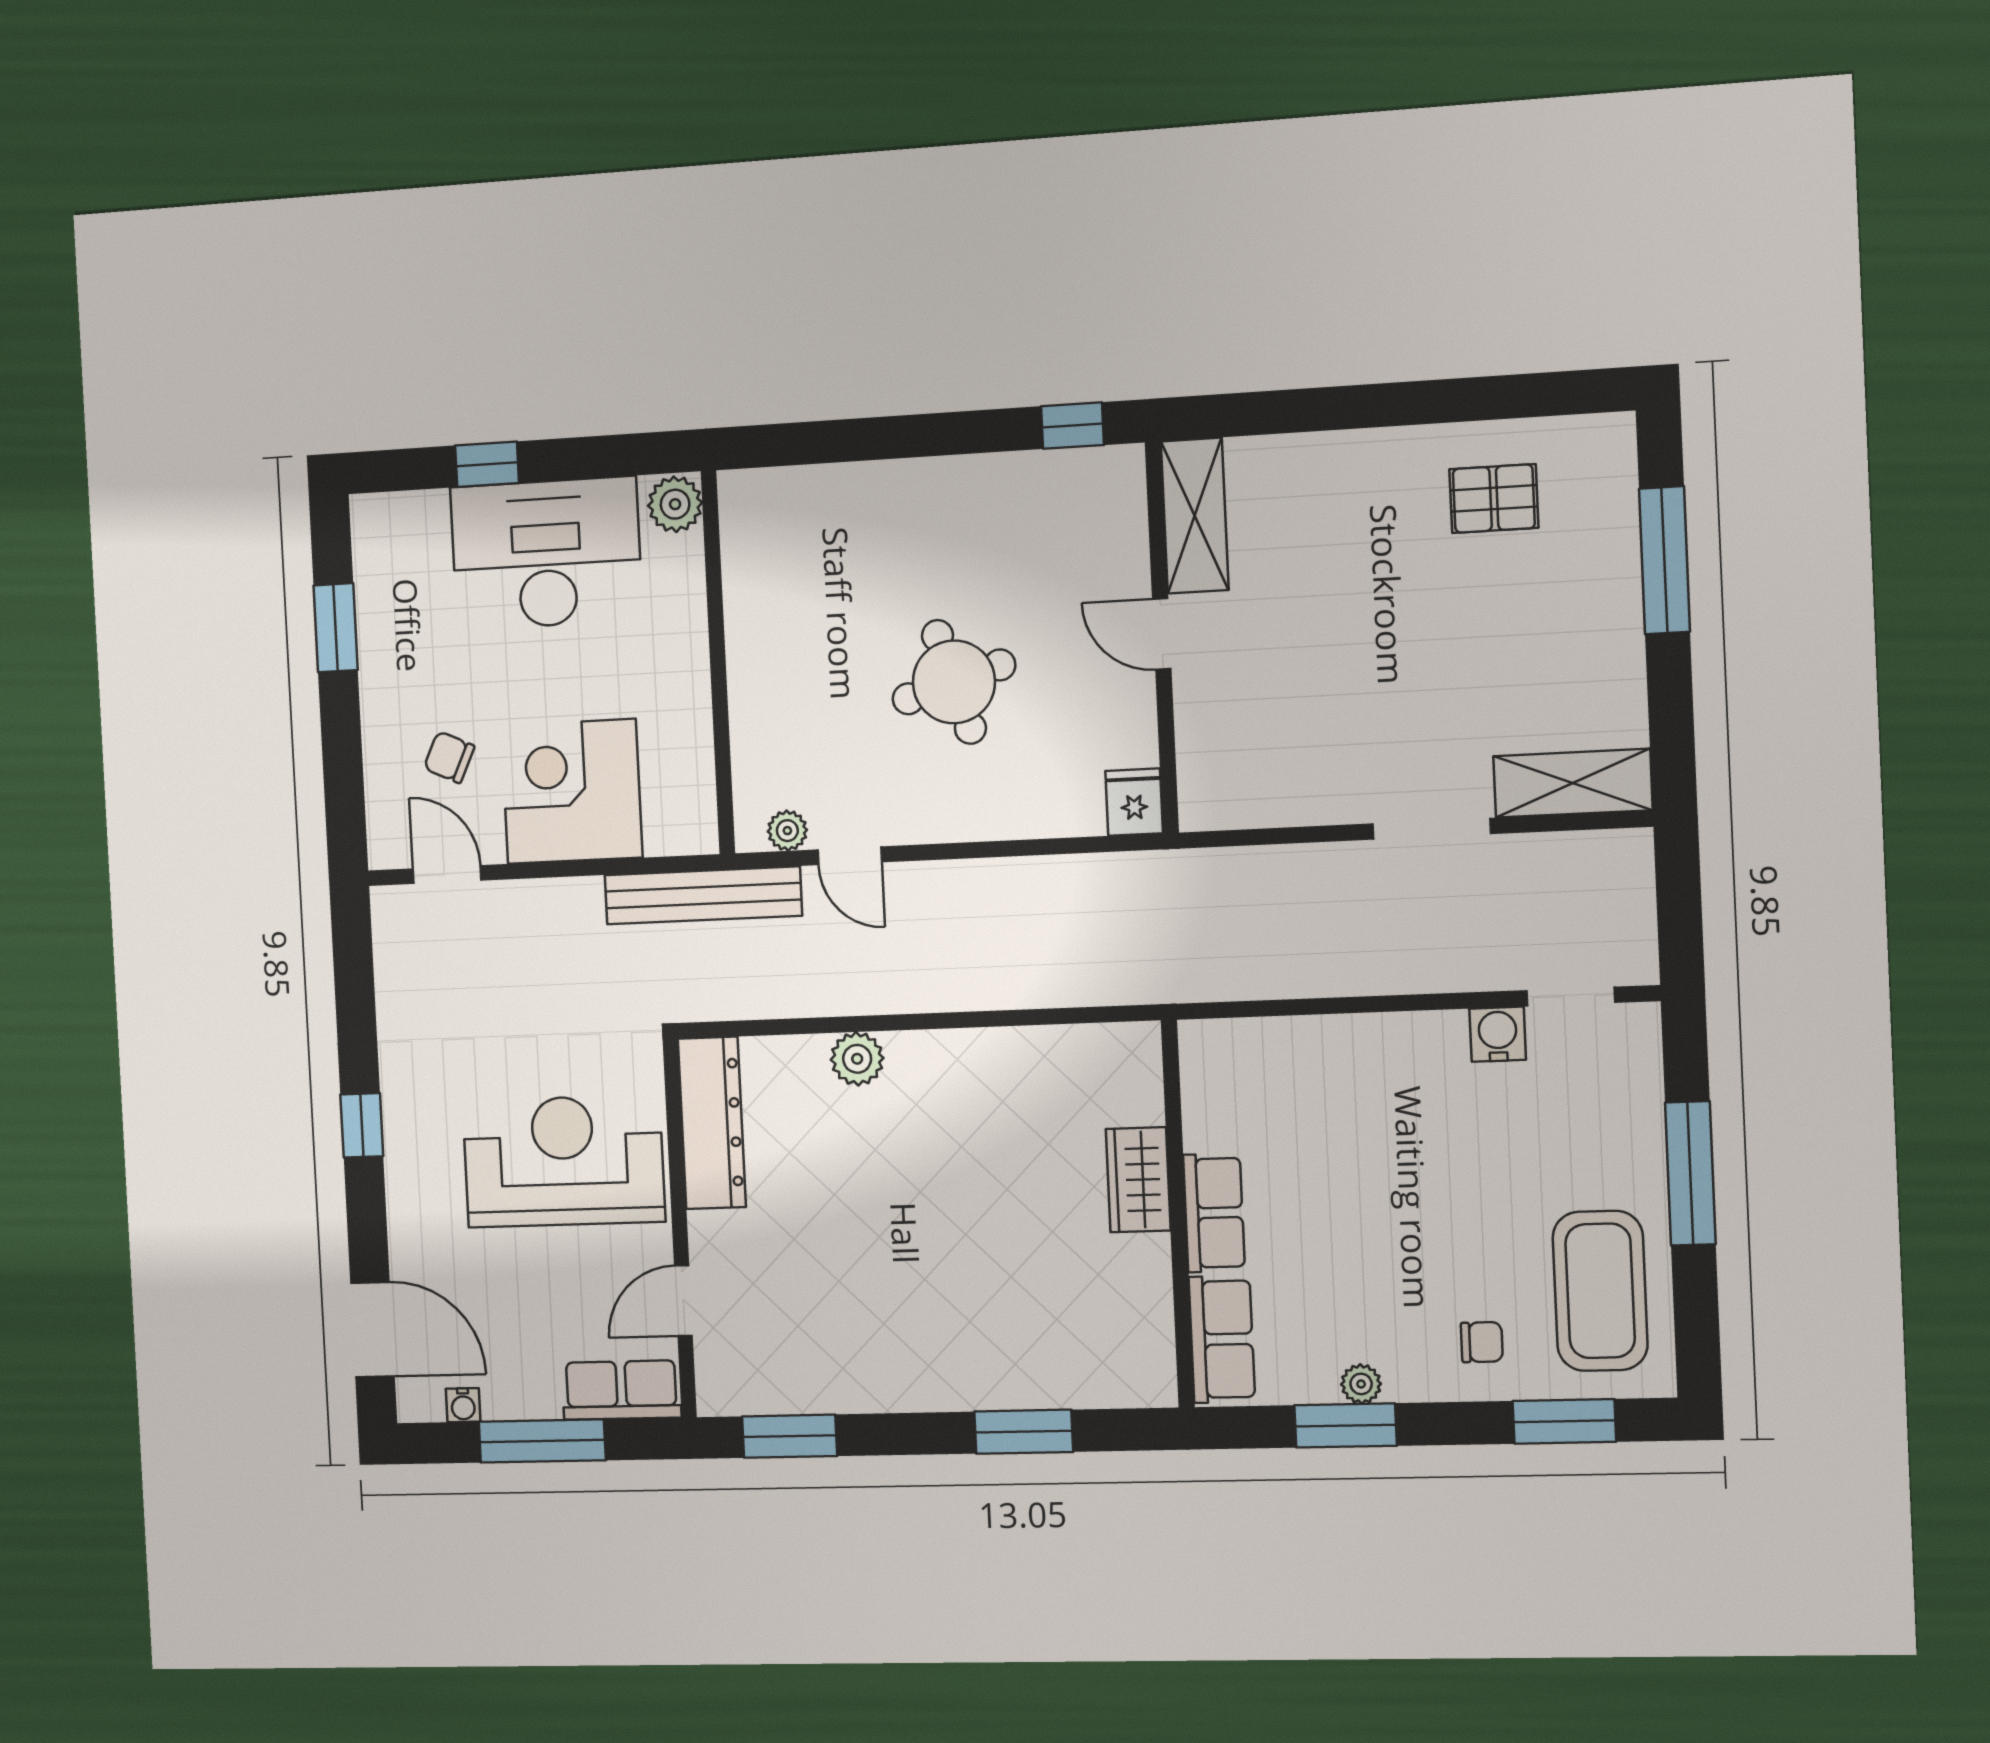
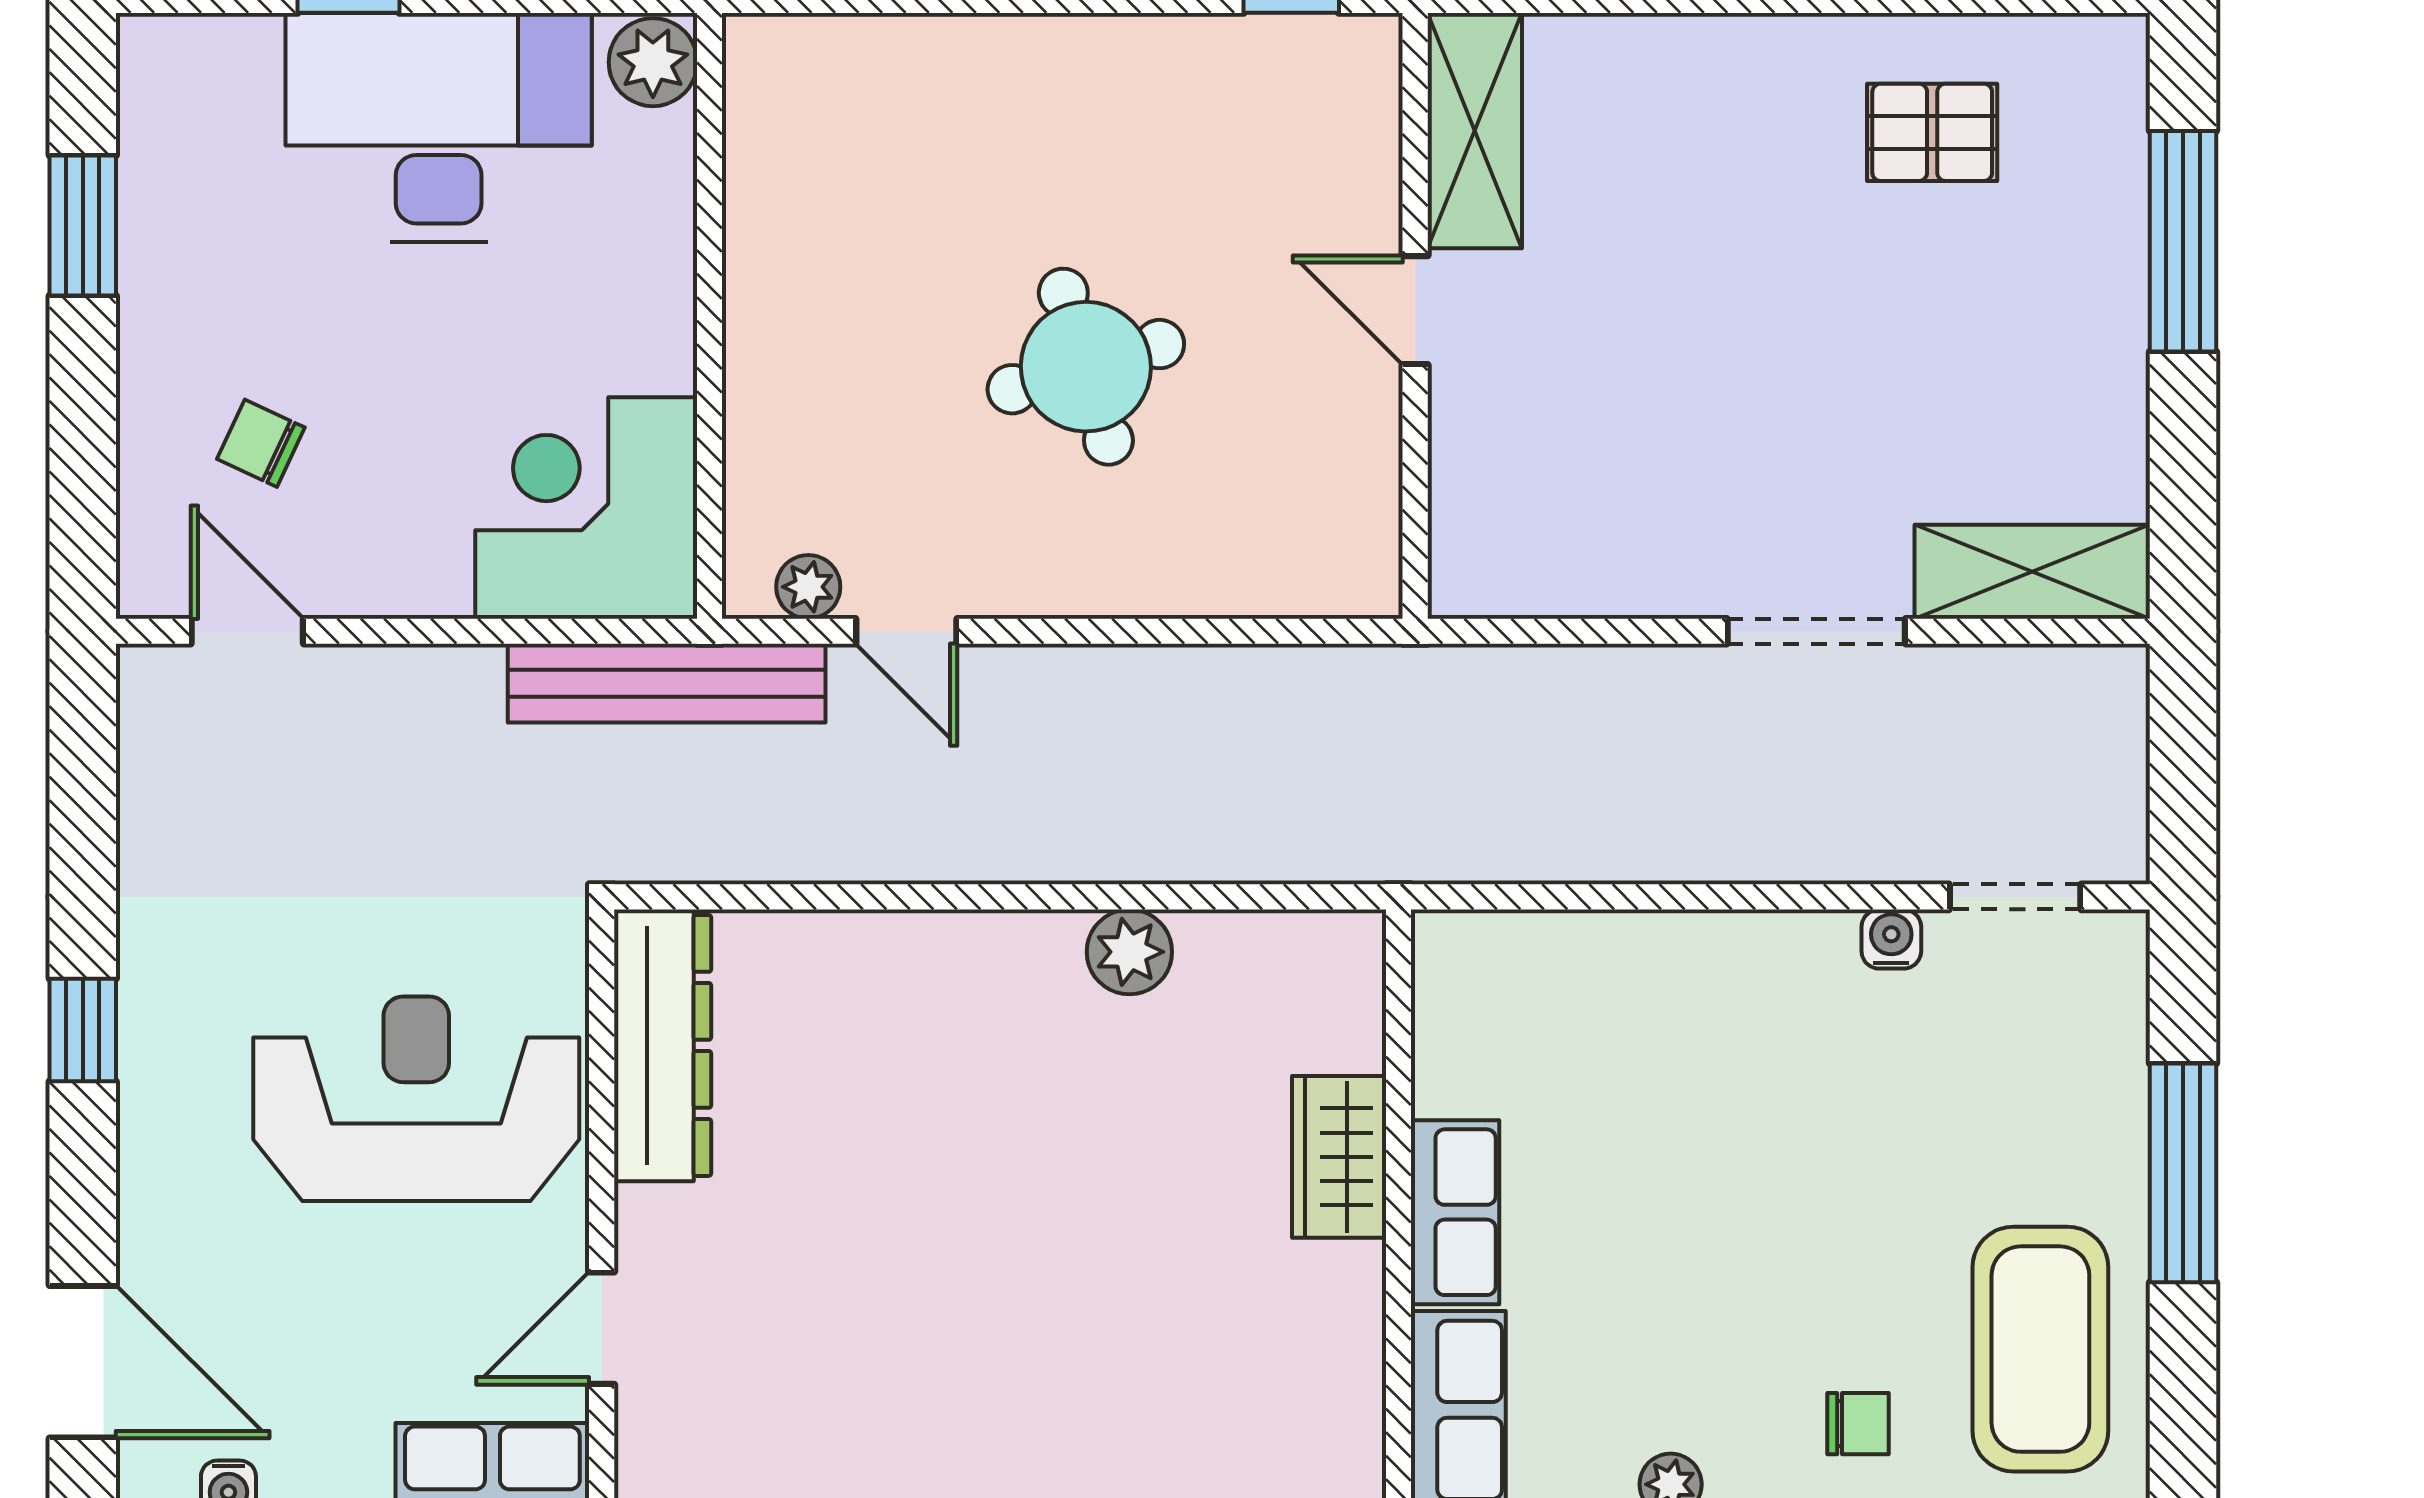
corner desk: (572, 791) -> (586, 508), moved
fridge: (1134, 802) -> (1360, 568), removed
water cooler: (1498, 1034) -> (1891, 939), width x0.72, depth x0.72
plant: (857, 1059) -> (1129, 952), moved

